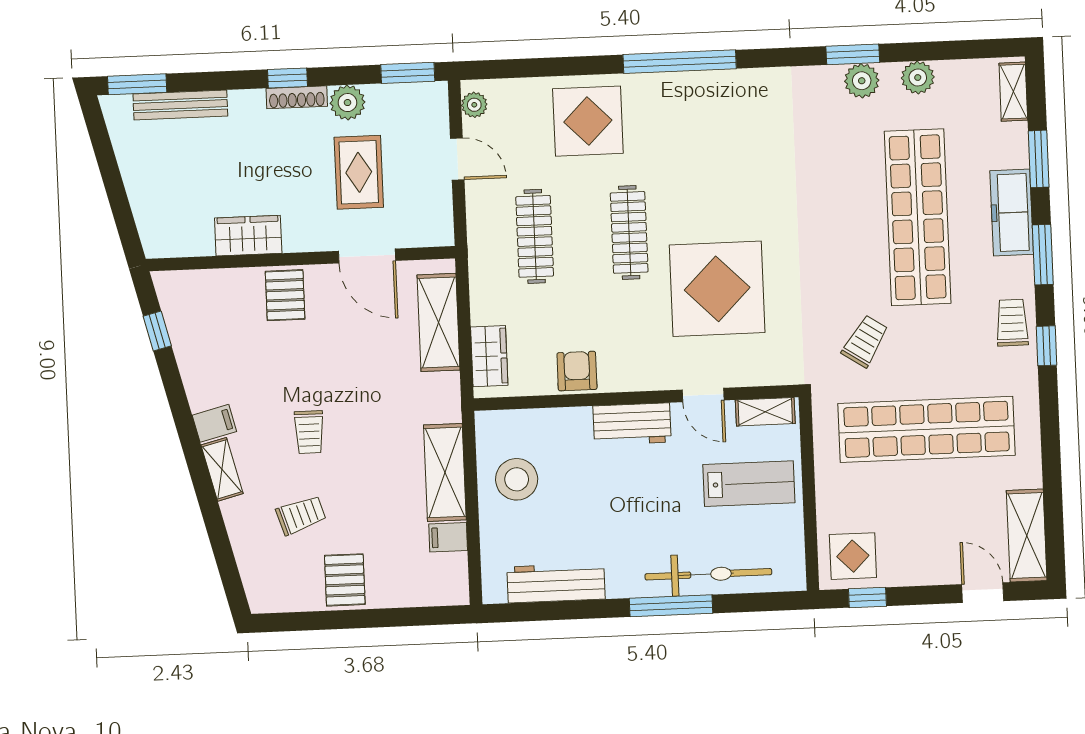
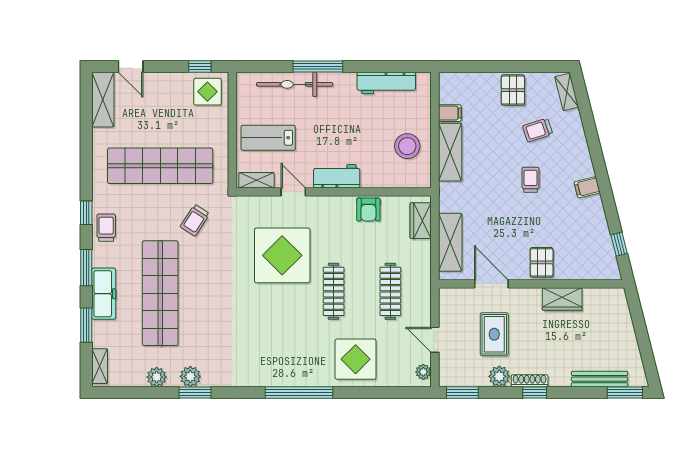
trolley: (1012, 323) -> (106, 228), turned 180
shelving: (222, 469) -> (567, 92), moved

